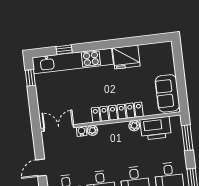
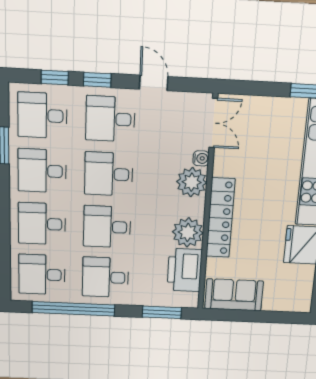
plant: (134, 126) -> (188, 232), width x1.88, depth x1.88
plant: (92, 130) -> (192, 182), width x1.87, depth x1.87

